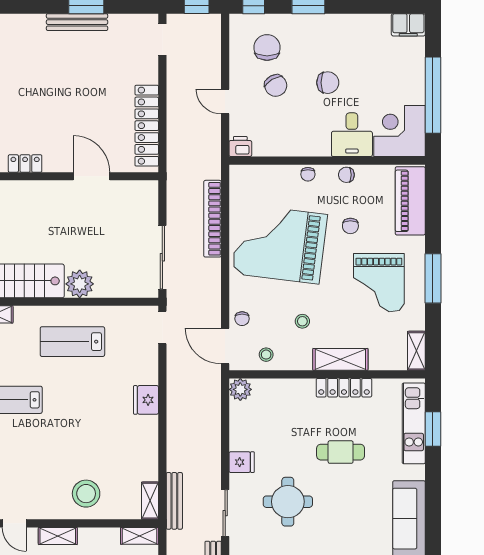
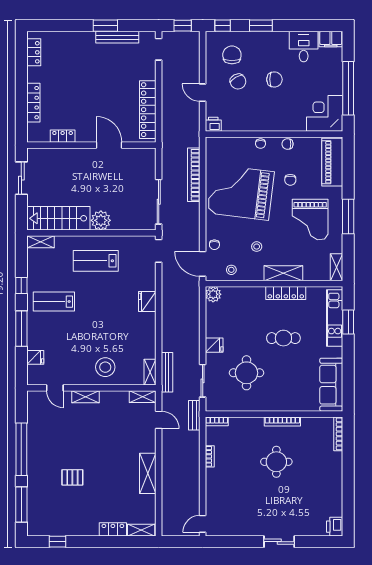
bench: (77, 22) -> (117, 37), moved
desk: (352, 135) -> (304, 47), moved, turned 180

